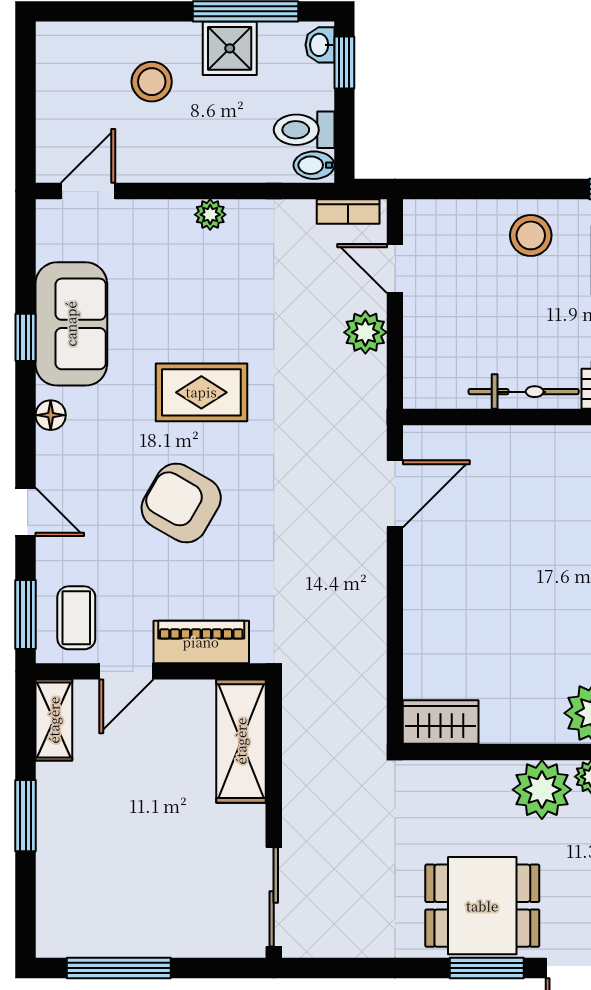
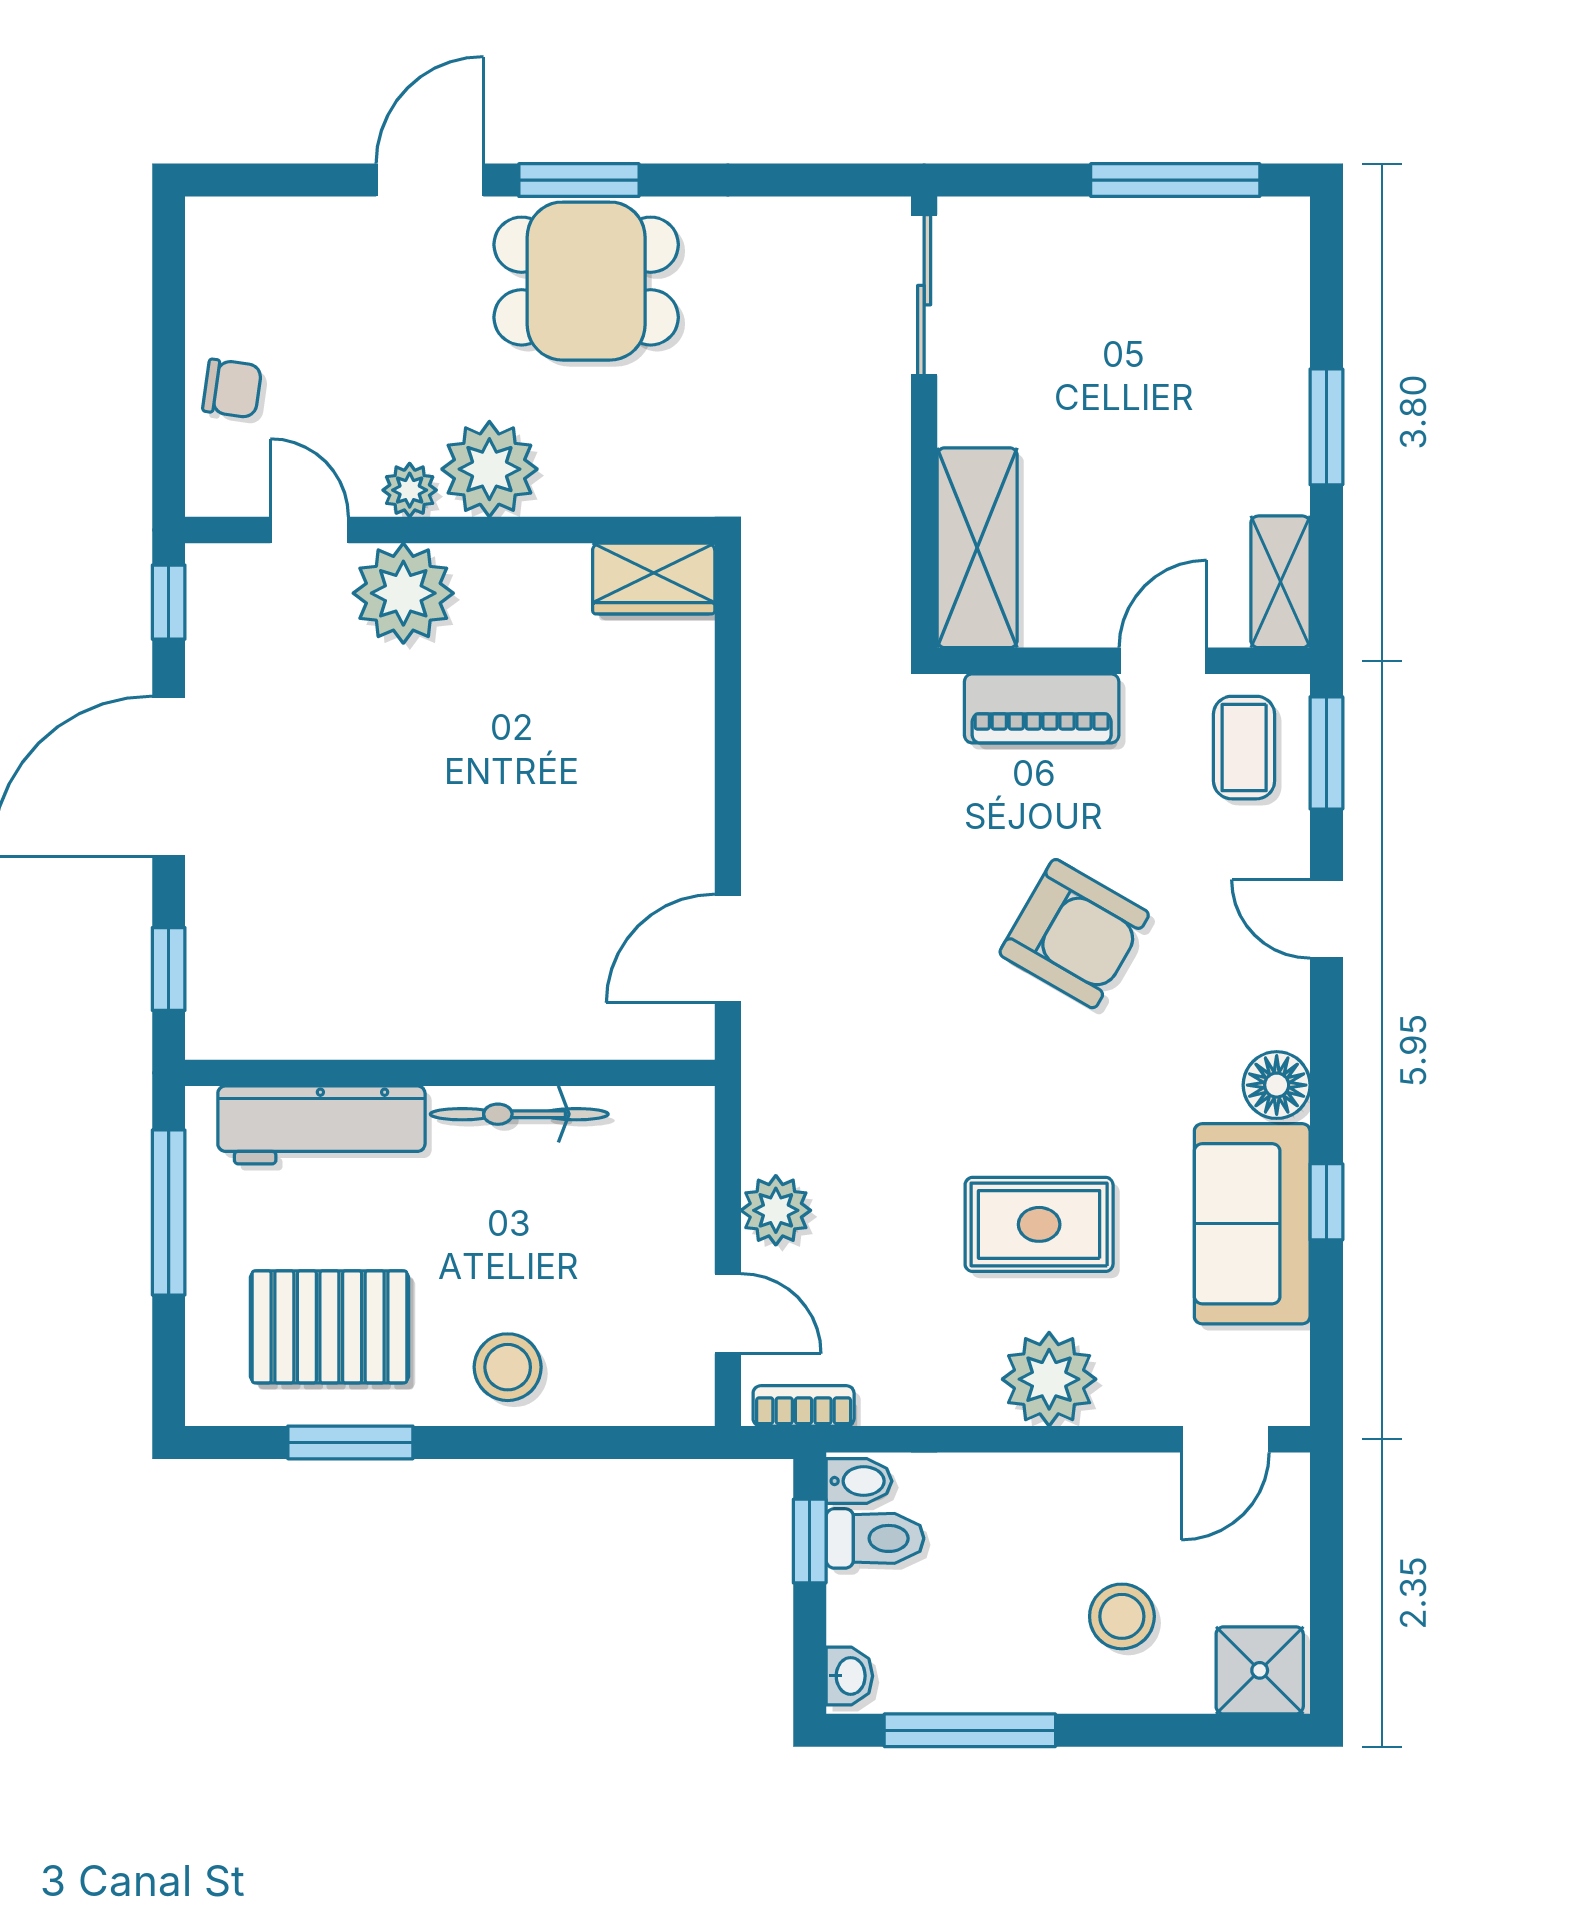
shower: (230, 48) -> (1260, 1670), moved
window: (344, 62) -> (810, 1541), moved
plant: (210, 215) -> (1049, 1379), width x1.88, depth x1.88
rug: (201, 392) -> (1039, 1224), moved
floor lamp: (51, 415) -> (1277, 1085), width x1.37, depth x1.37

